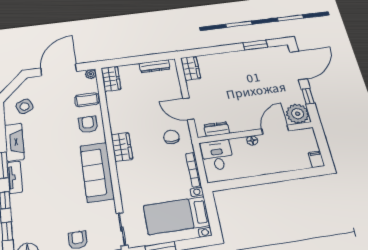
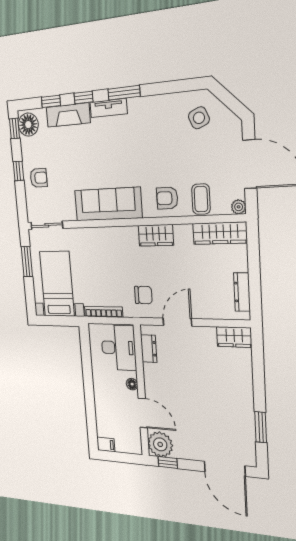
wardrobe: (111, 79) -> (220, 233), width x1.50
window: (308, 96) -> (168, 462), moved
armchair: (88, 124) -> (167, 198), turned 180
fireplace: (14, 142) -> (68, 115), moved
wardrobe: (122, 147) -> (156, 235), moved
desk: (217, 155) -> (119, 348), width x1.37

